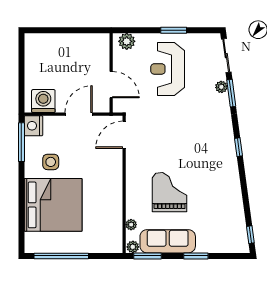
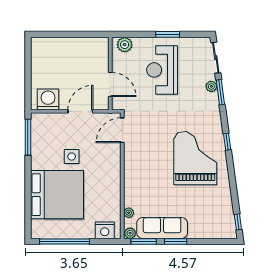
nightstand: (33, 126) -> (105, 230), moved, turned -90
side table: (51, 162) -> (72, 157), moved
grand piano: (170, 192) -> (195, 158), moved, width x1.37, depth x1.48
window: (196, 256) -> (176, 241), moved

